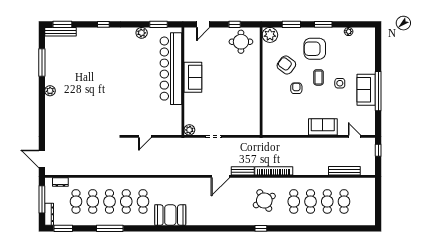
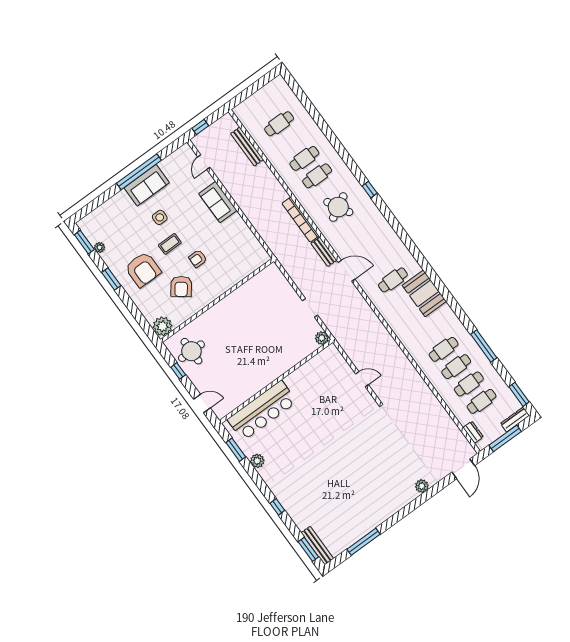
window: (291, 24) -> (84, 242), moved
bar counter: (171, 69) -> (262, 411), width x0.73
sofa: (193, 77) -> (265, 374), removed
plant: (50, 91) -> (422, 486), moved
cafe table: (143, 201) -> (393, 280), moved
cafe table: (327, 201) -> (292, 141), removed

